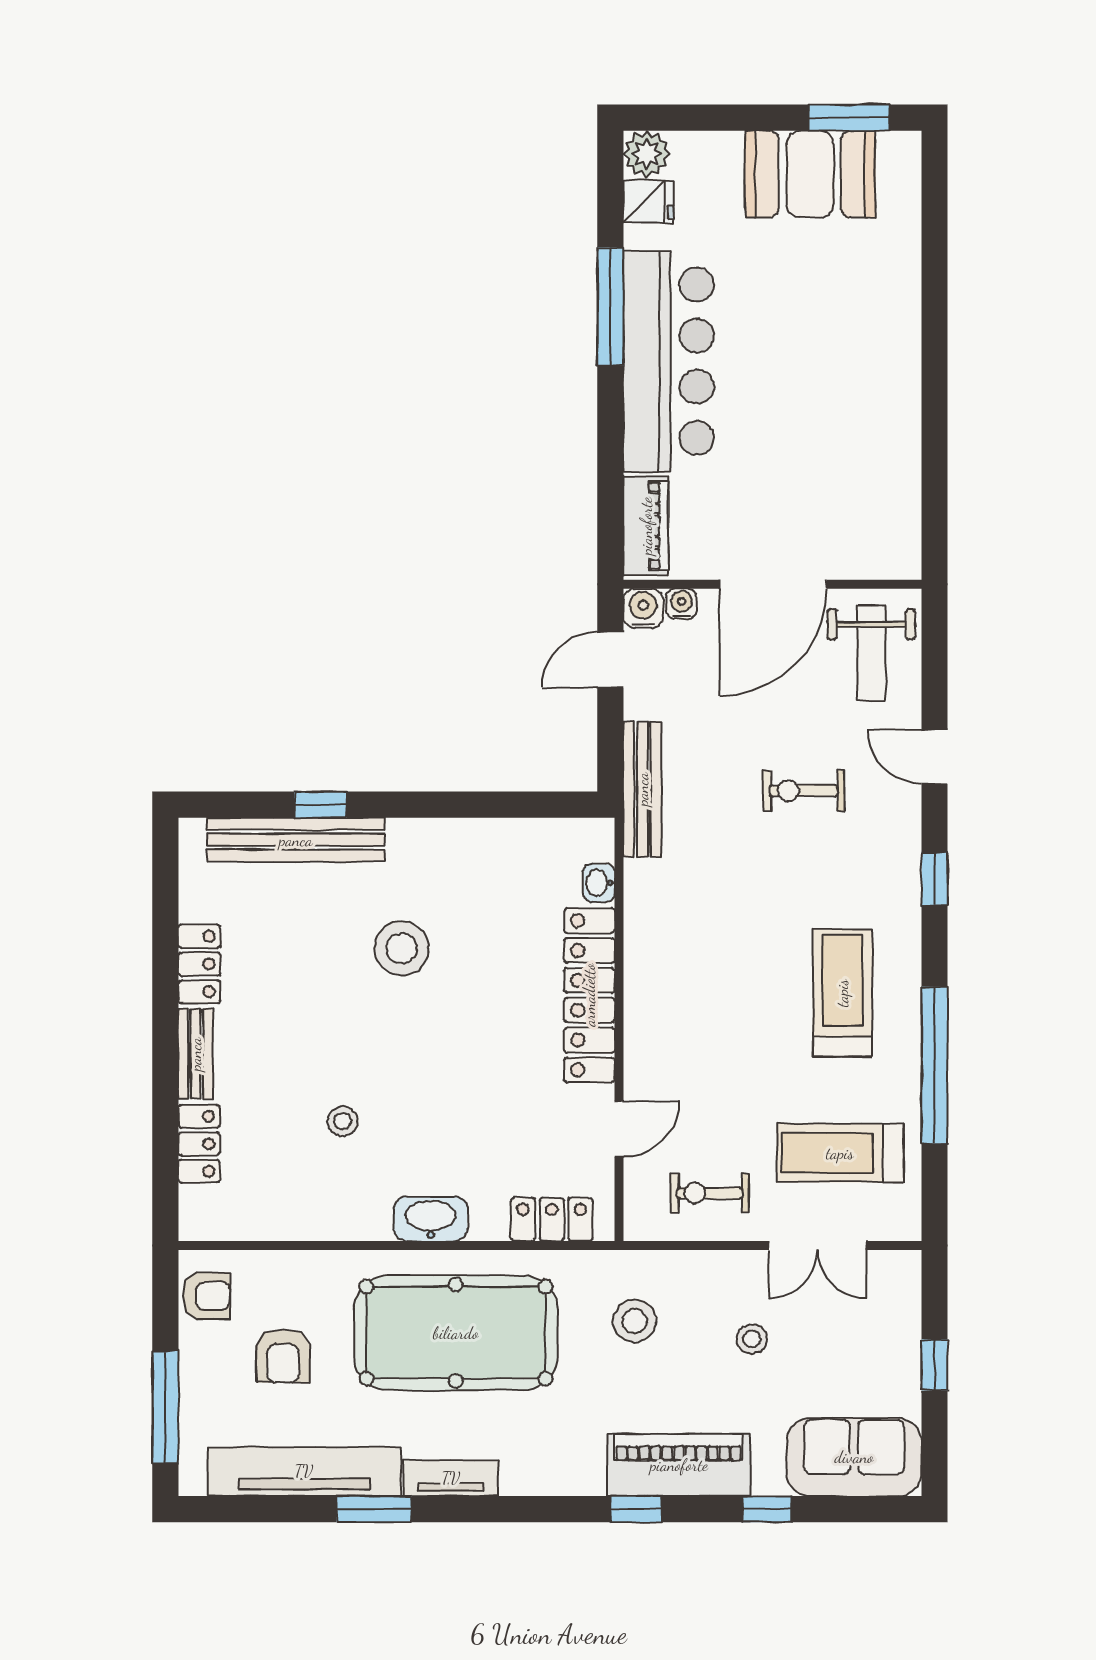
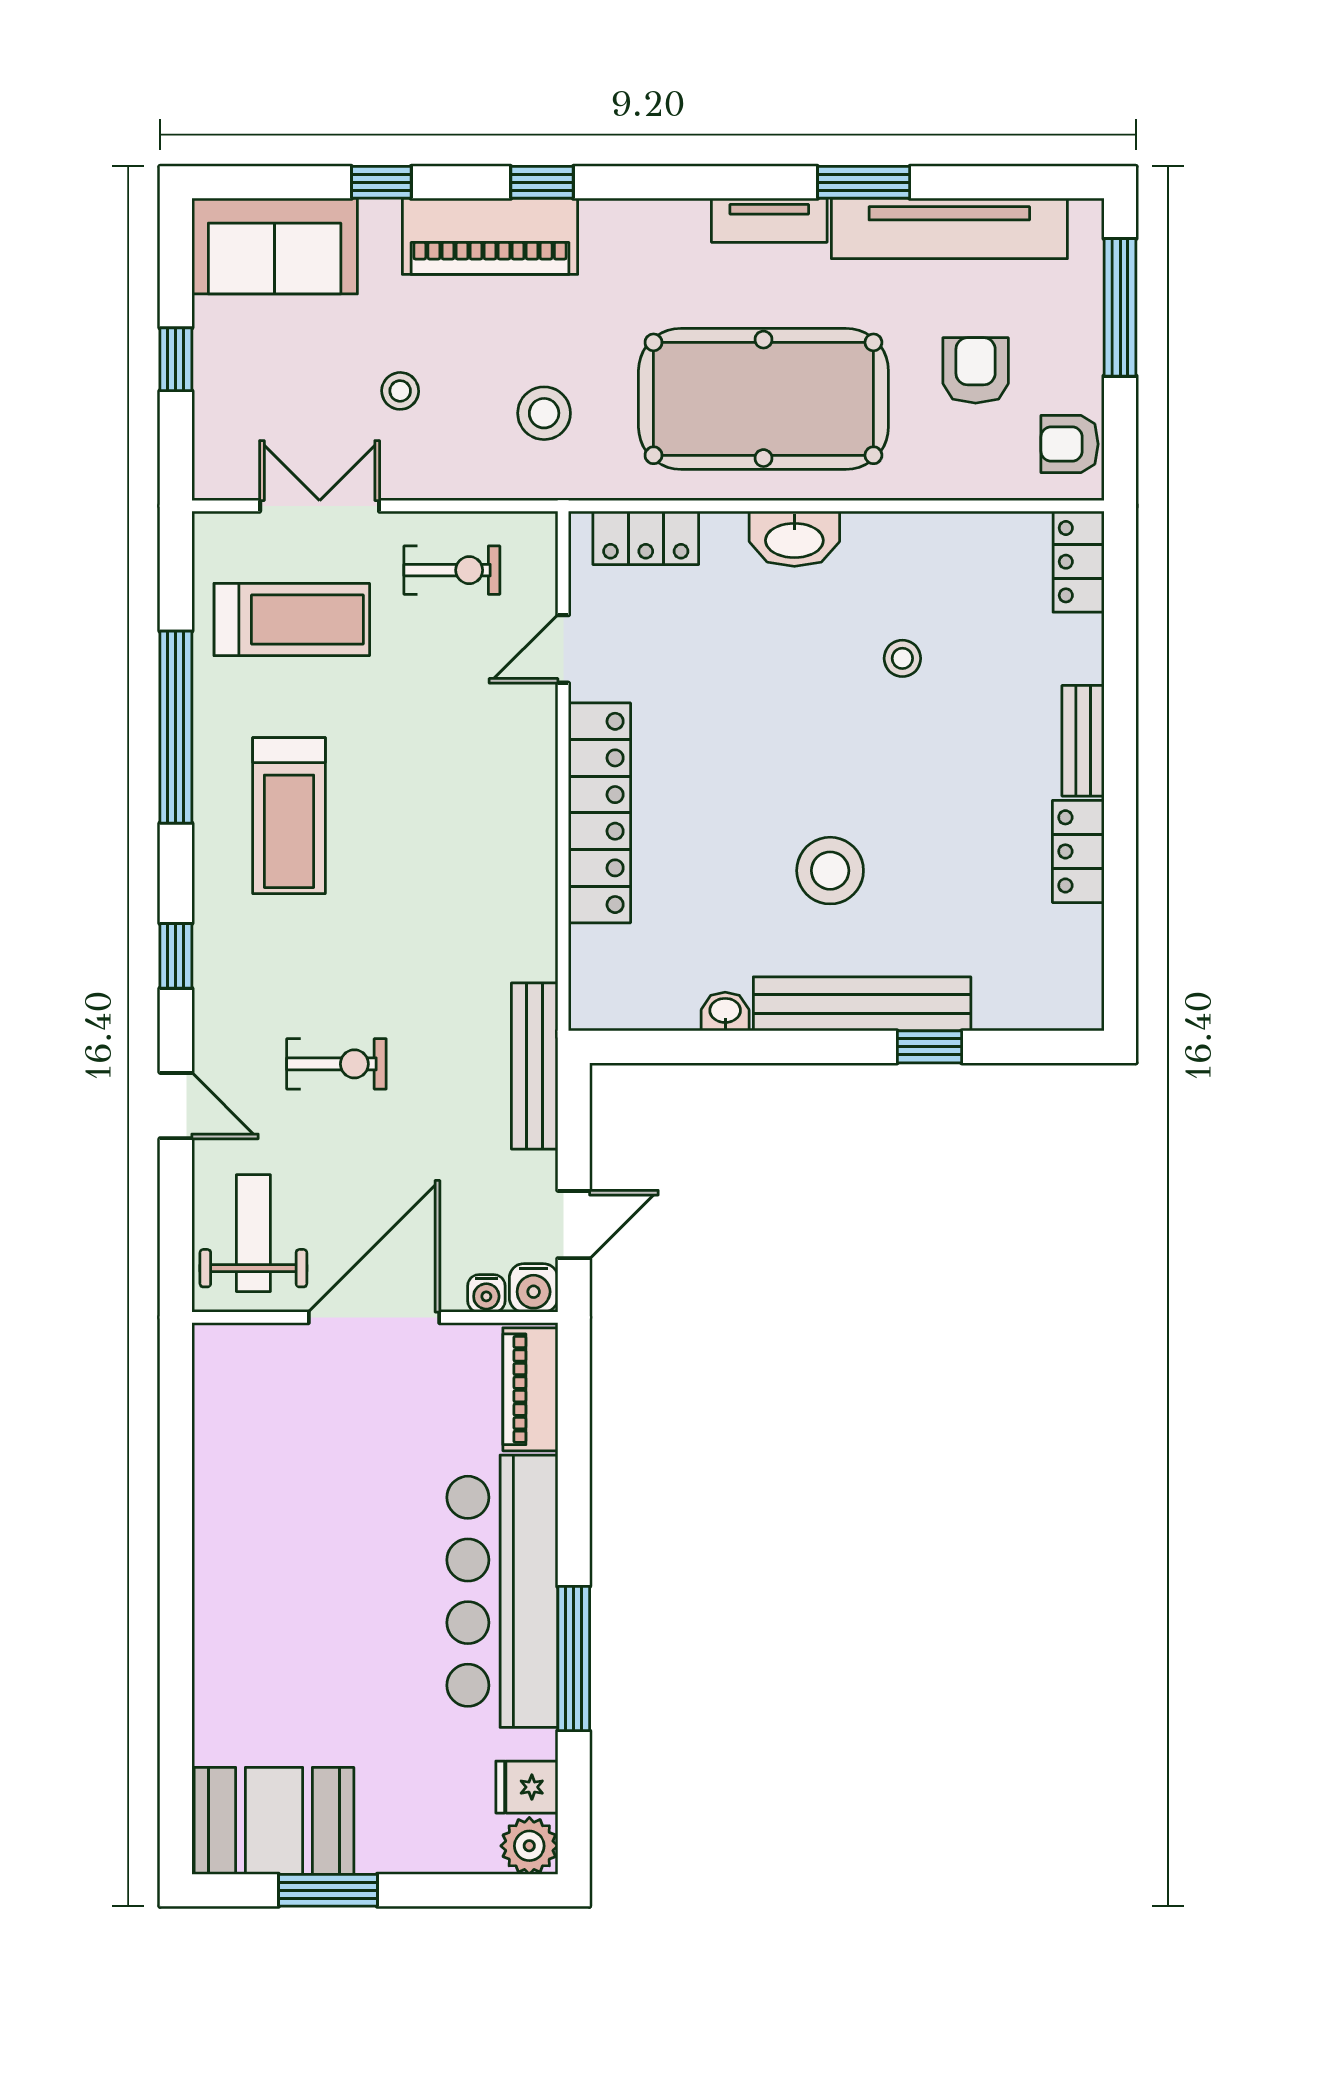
window: (849, 118) -> (328, 1890), moved
booth: (810, 174) -> (274, 1821), moved
bench: (296, 840) -> (862, 1004), moved
washbasin: (599, 883) -> (725, 1012), moved, turned -90
locker: (199, 1144) -> (1079, 562), moved

